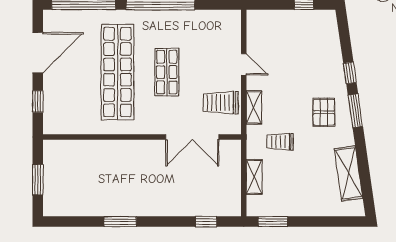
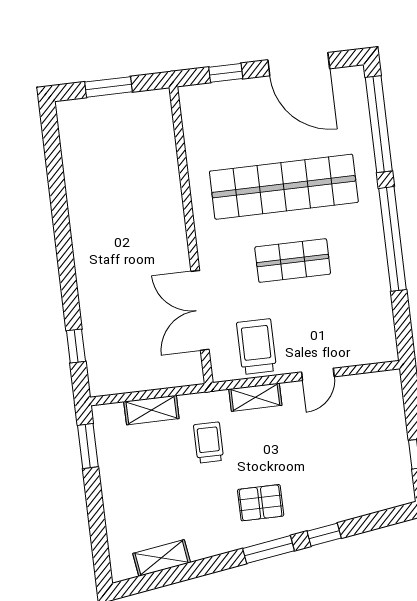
shelving: (349, 173) -> (162, 558), width x0.67, depth x0.75
window: (120, 222) -> (61, 217), removed

